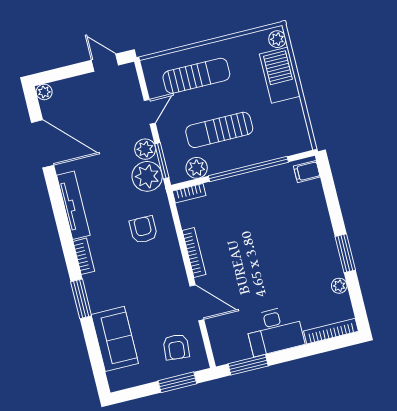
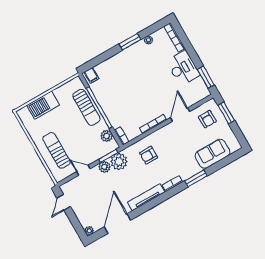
plant: (277, 39) -> (24, 112), removed
sun lounger: (219, 130) -> (86, 107), moved
armchair: (176, 347) -> (207, 119), turned 85

